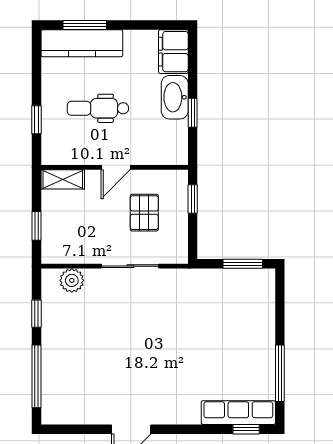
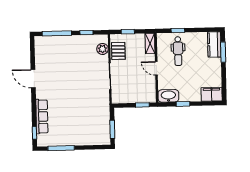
kitchen counter: (82, 43) -> (214, 45), width x0.67
washbasin: (175, 97) -> (168, 96), moved
dental chair: (98, 108) -> (178, 51), moved, turned 180
pallet: (144, 213) -> (118, 51), moved, turned 90
row of seats: (238, 413) -> (42, 116), moved

